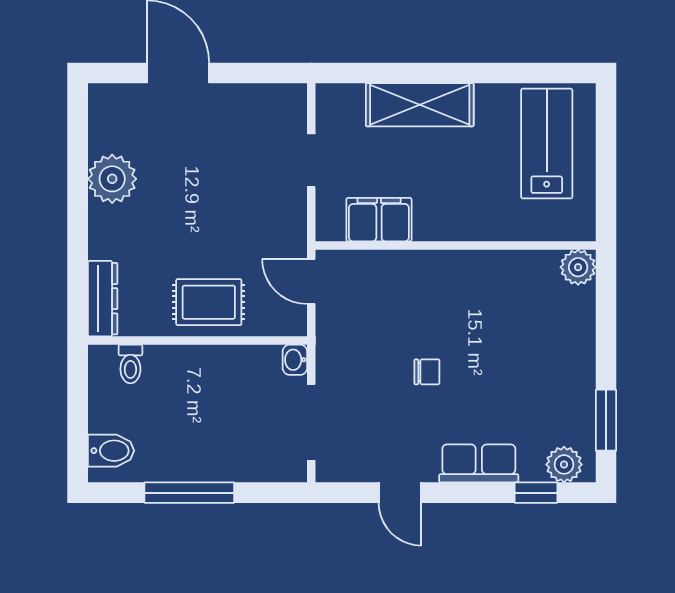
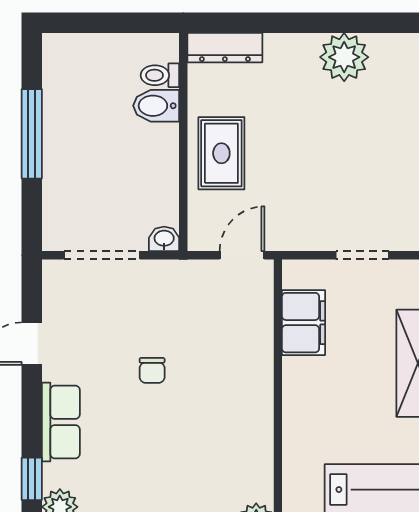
bidet: (111, 451) -> (156, 106), moved, turned 90

